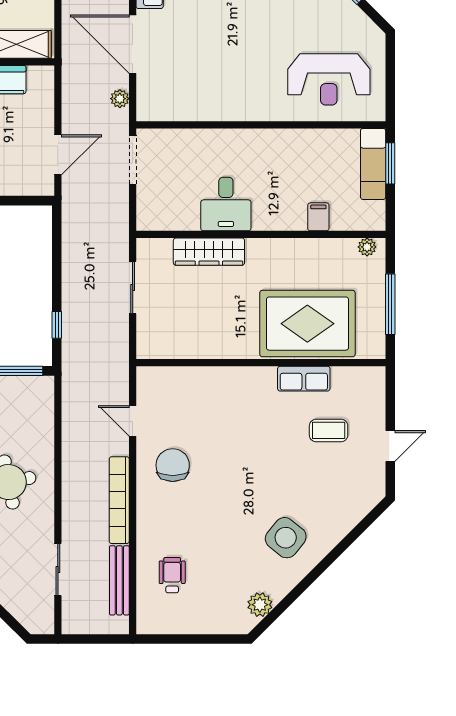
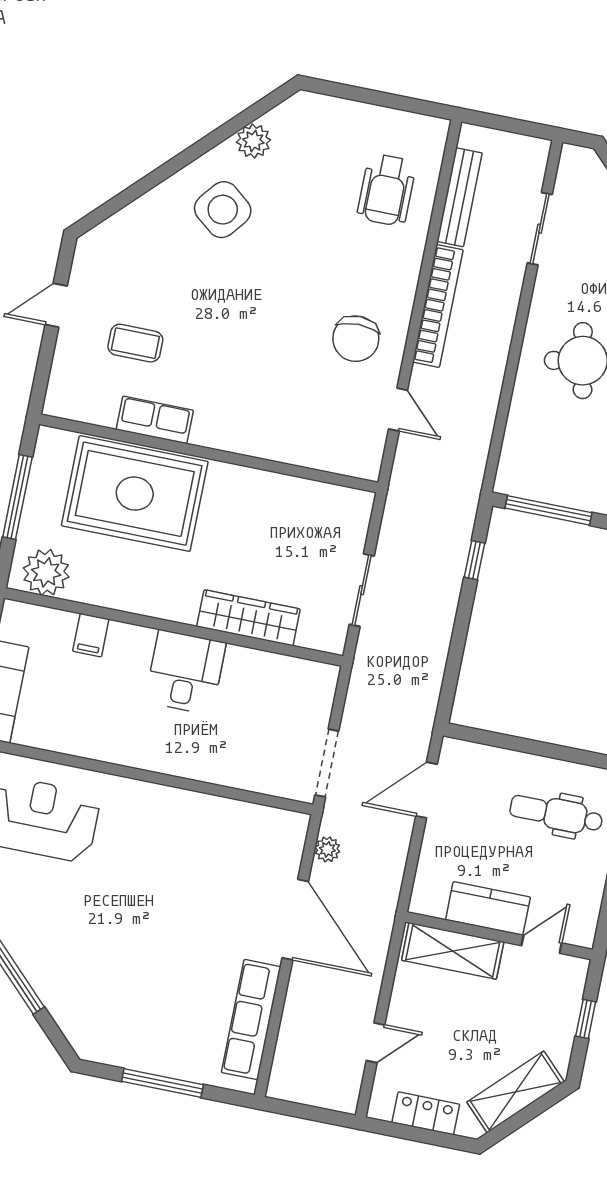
desk: (226, 204) -> (185, 672), moved
plant: (367, 247) -> (46, 572), width x1.88, depth x1.88
wheelchair: (172, 575) -> (387, 190), width x1.36, depth x1.37
plant: (260, 605) -> (253, 141), moved

